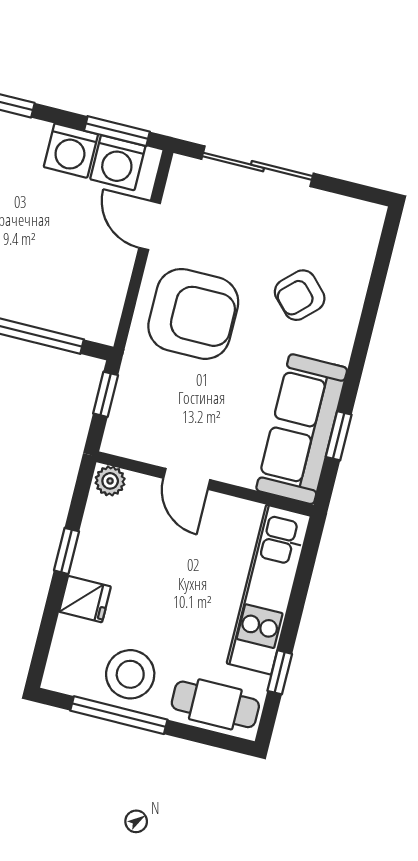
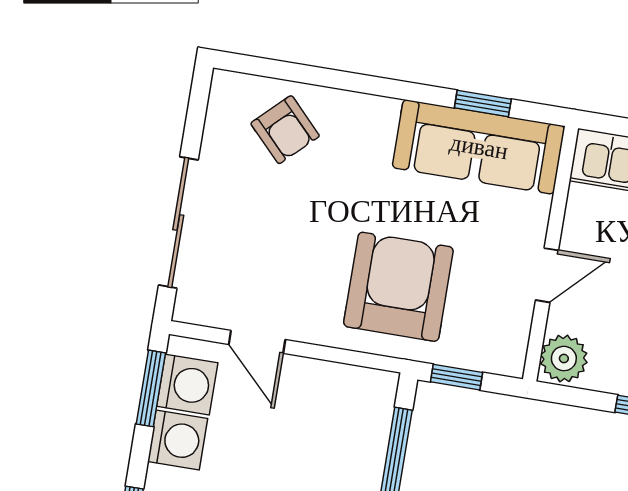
door: (150, 225) -> (257, 342), hinge flipped
armchair: (300, 295) -> (285, 130), moved
armchair: (193, 314) -> (398, 287), moved
plant: (110, 481) -> (564, 359), width x1.38, depth x1.38

